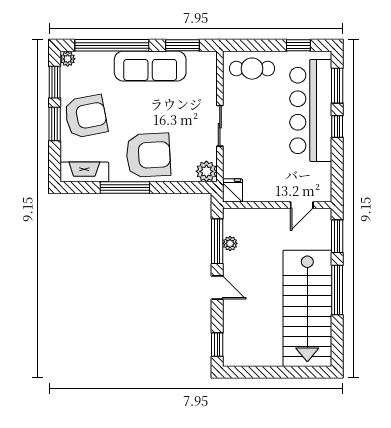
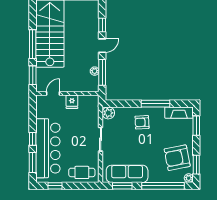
sofa: (150, 66) -> (127, 174), moved
armchair: (86, 116) -> (177, 158), moved
window: (55, 124) -> (196, 126), moved
armchair: (148, 155) -> (142, 122), width x0.53, depth x0.53
fridge: (232, 190) -> (72, 102), moved
door: (217, 287) -> (102, 46), swing flipped
window: (217, 345) -> (102, 25), moved

